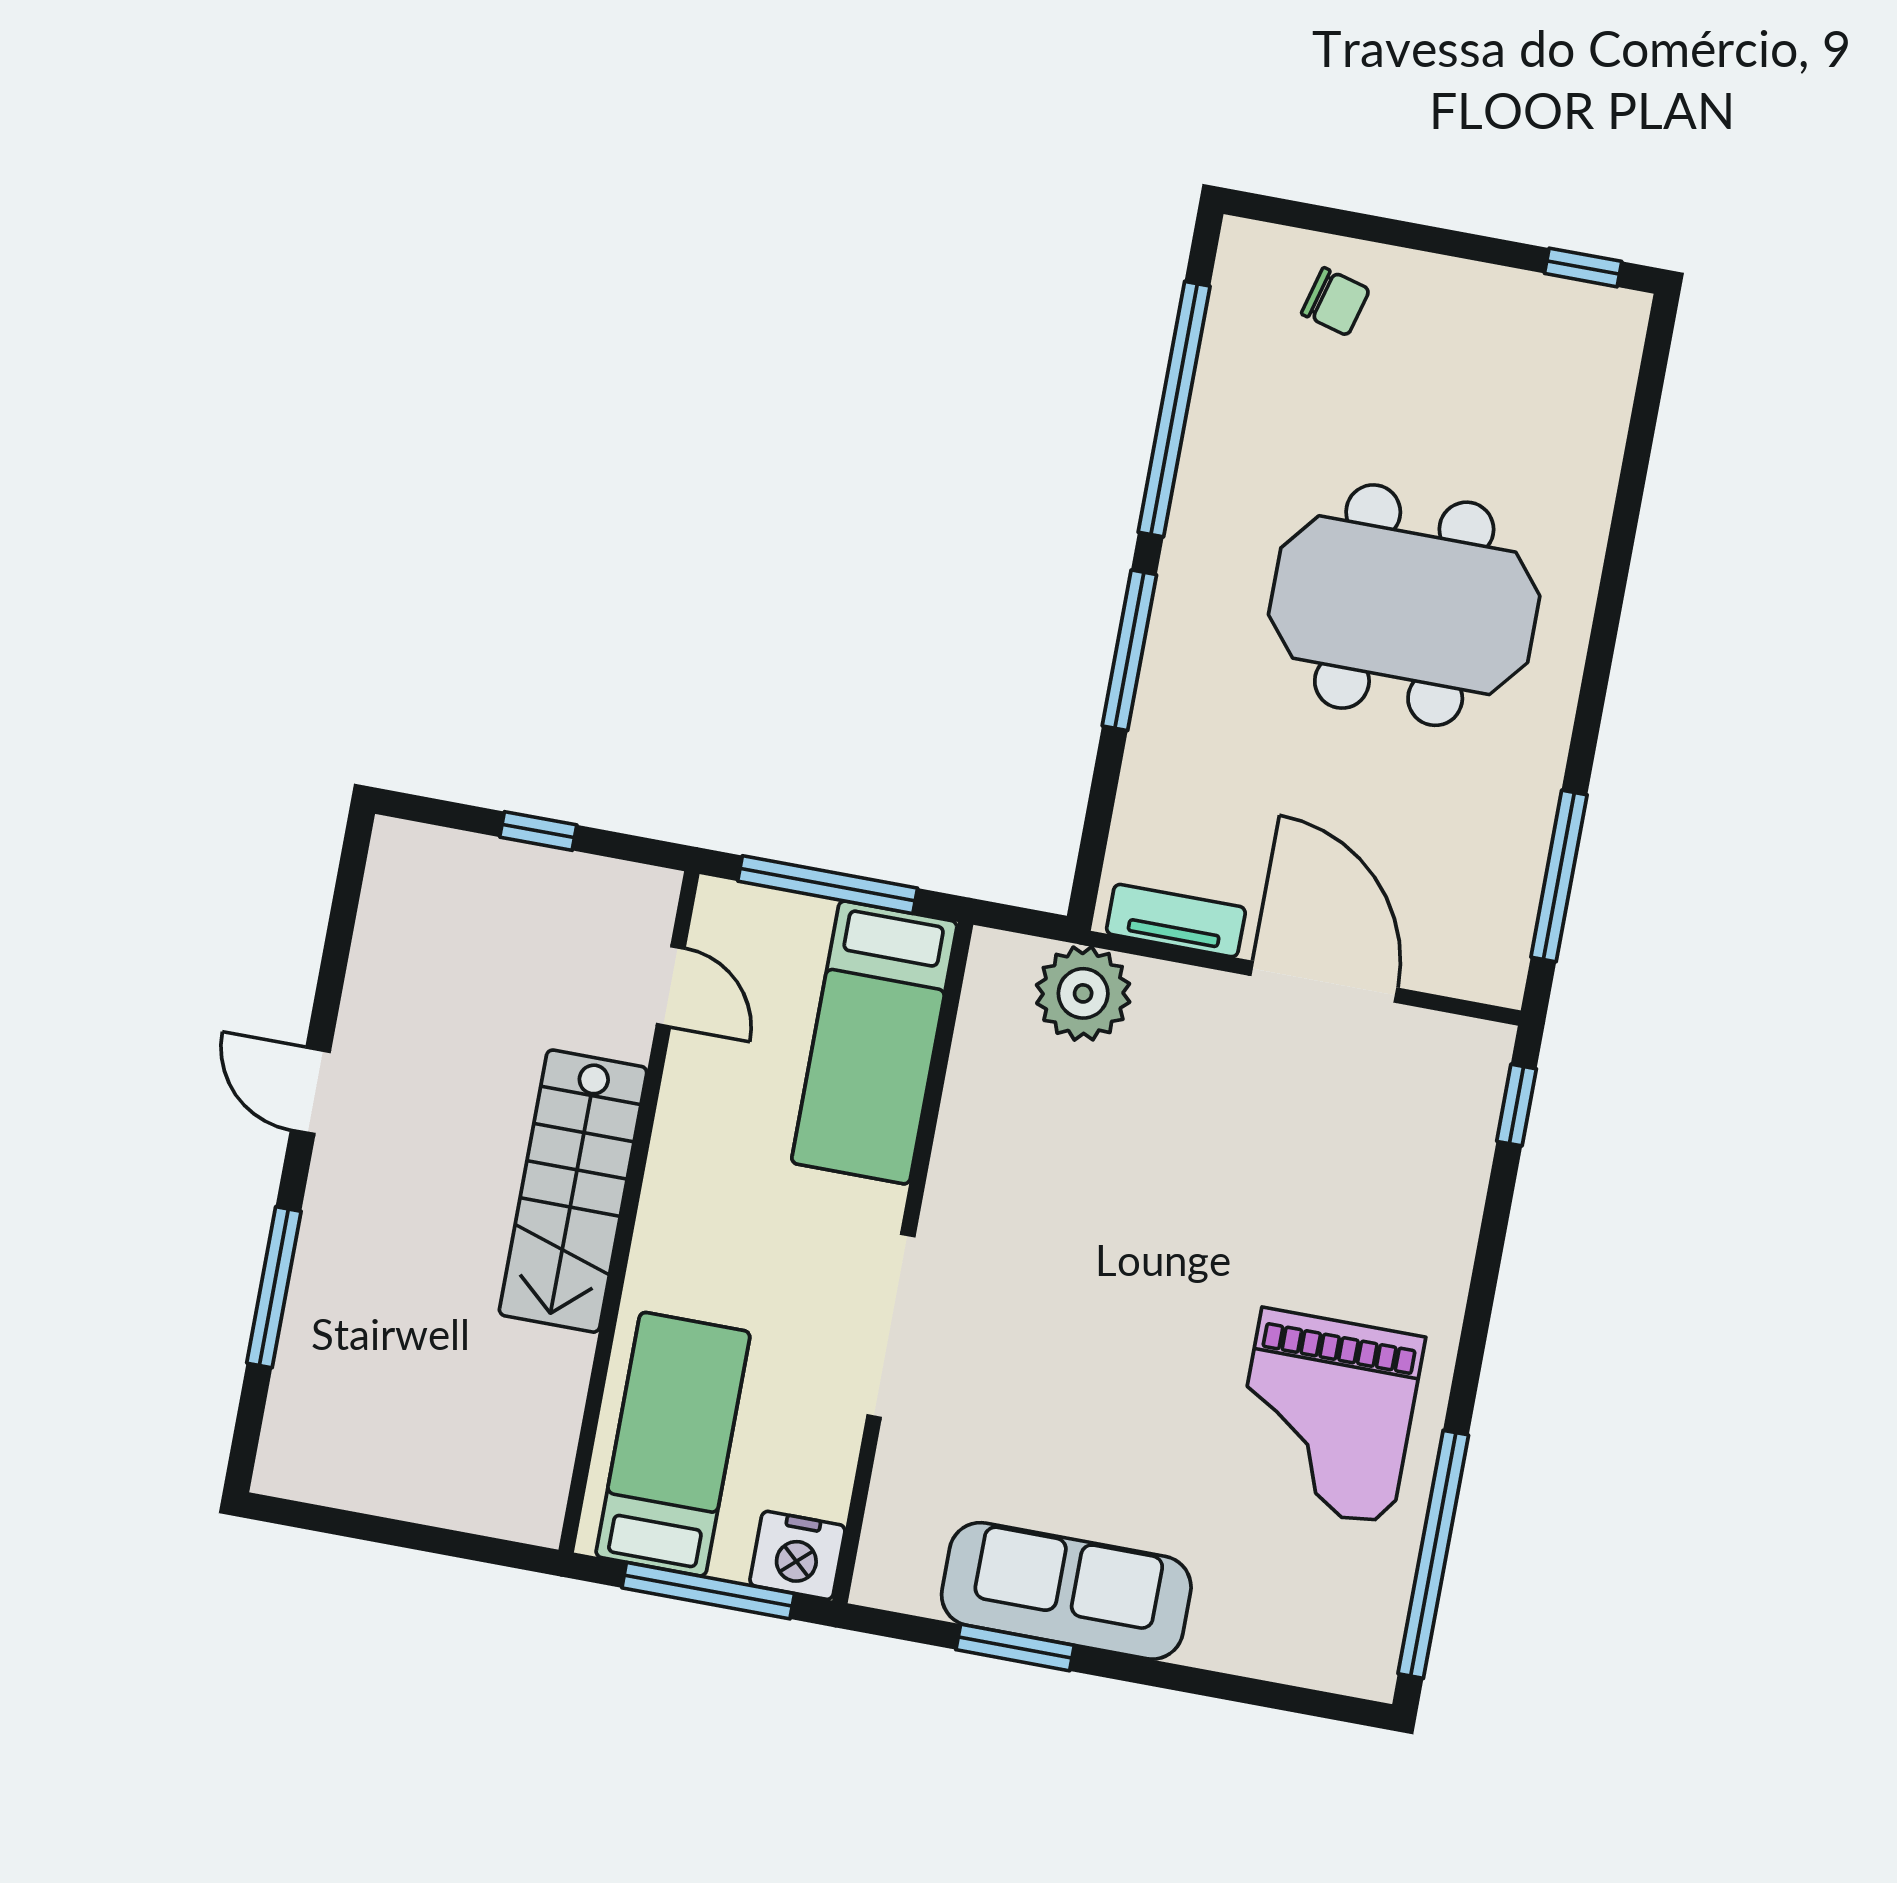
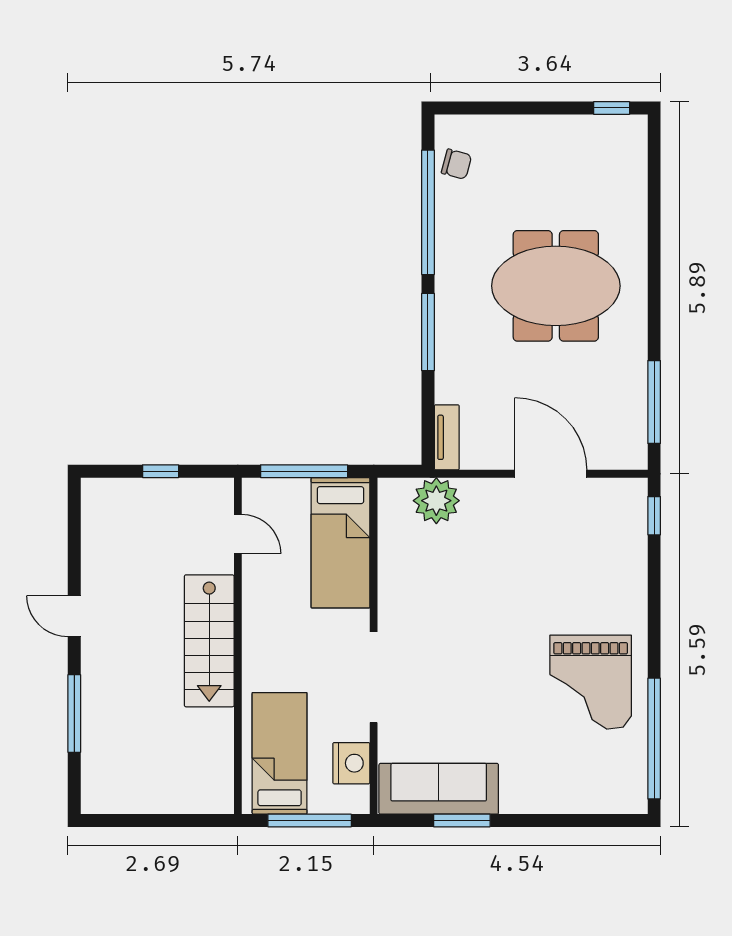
chair: (1336, 302) -> (456, 164), moved
tv unit: (1176, 921) -> (447, 437), moved, turned 90
nightstand: (797, 1555) -> (351, 763), moved, turned -90
sofa: (1066, 1591) -> (439, 789), moved

